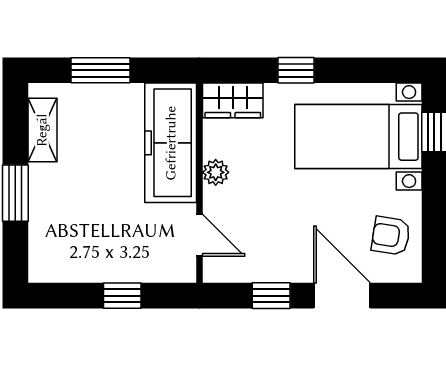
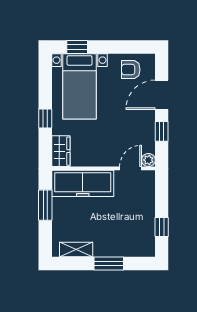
window: (101, 70) -> (45, 205), moved
plant: (216, 172) -> (148, 160), moved
armchair: (391, 236) -> (131, 70), turned 81
window: (122, 296) -> (162, 227), moved

